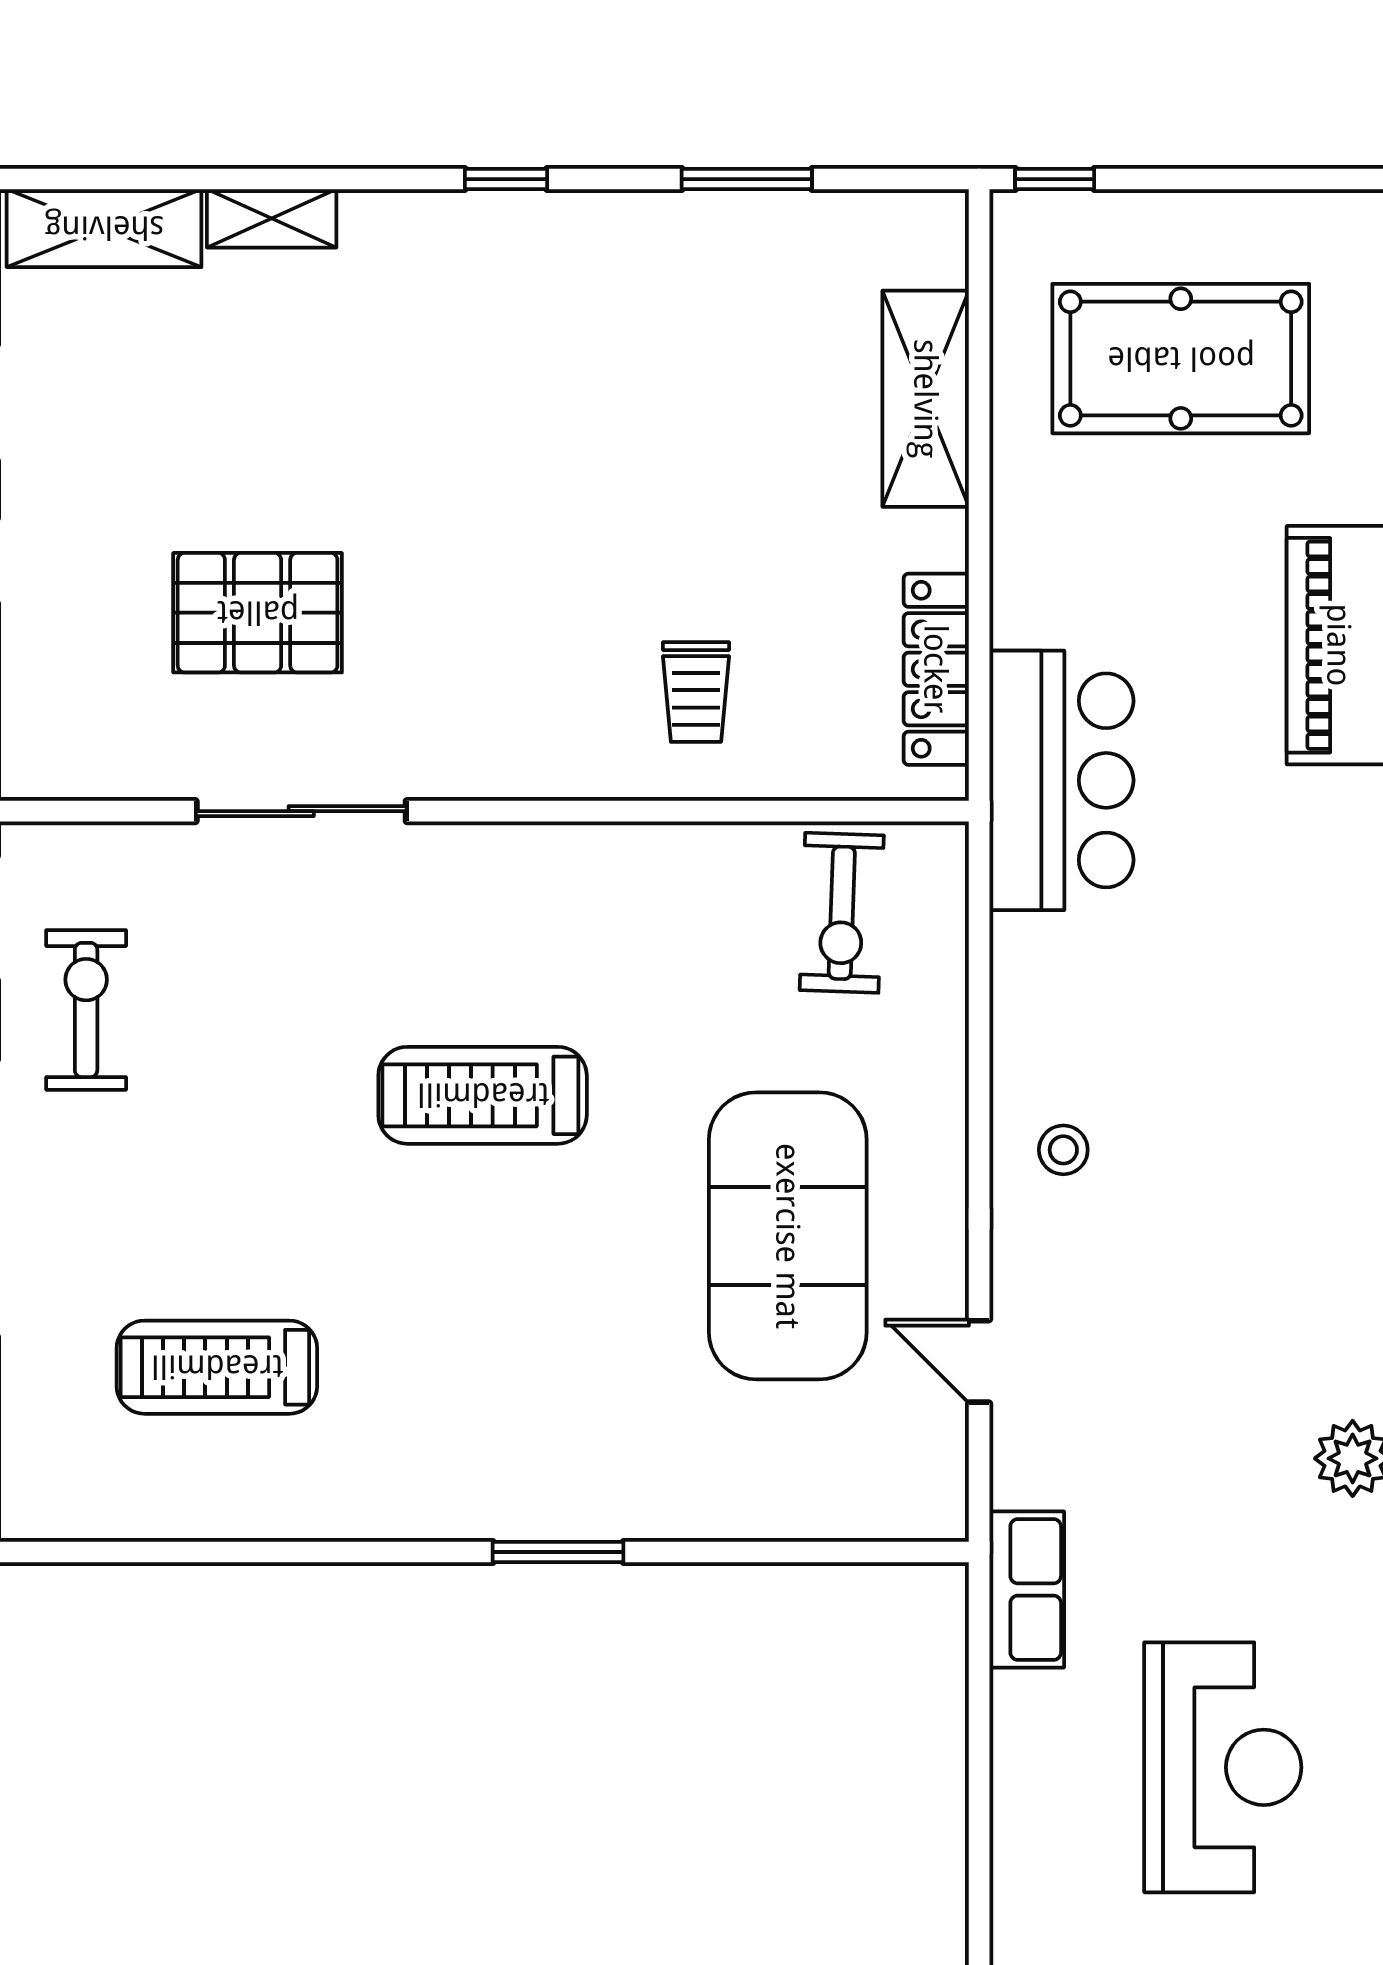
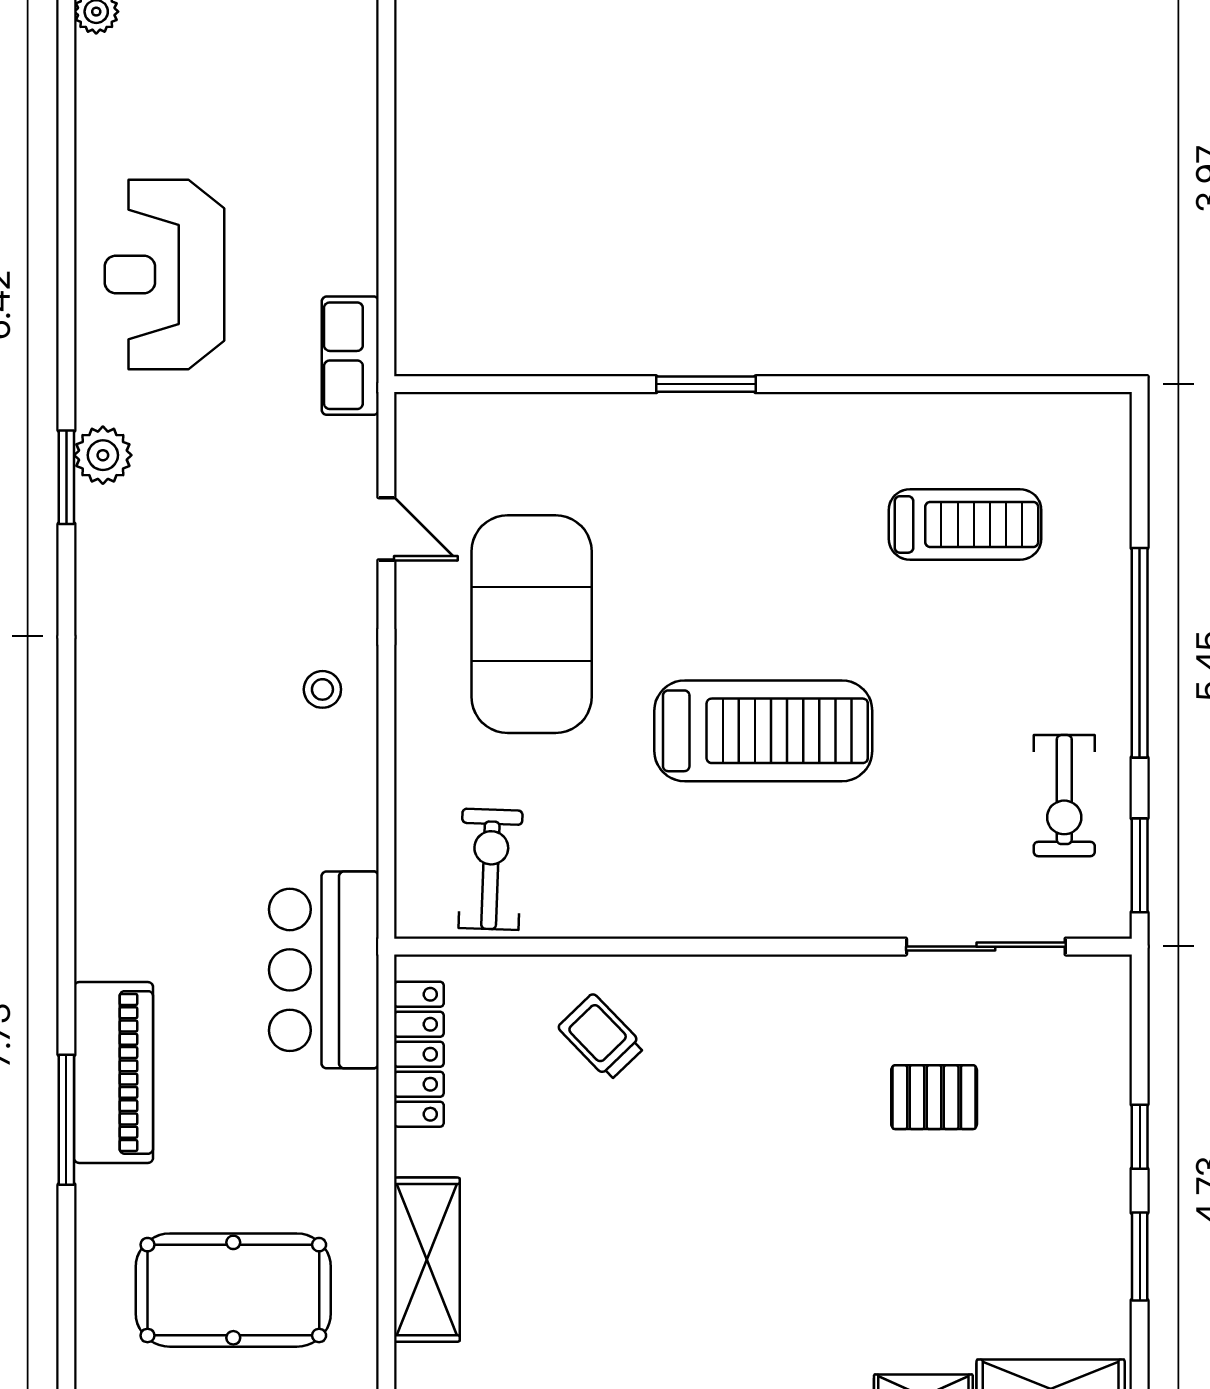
pallet: (258, 613) -> (934, 1097), width x0.67, depth x0.71
trolley: (696, 692) -> (601, 1037), turned -44
sliding door: (301, 811) -> (986, 947), moved
treadmill: (483, 1095) -> (763, 731), width x1.37, depth x1.38
reception desk: (1223, 1767) -> (164, 274), moved

